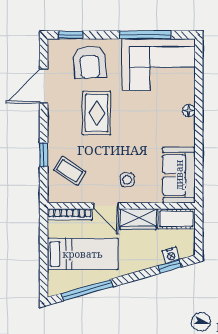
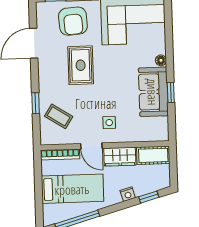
window: (199, 148) -> (171, 92), added
sofa: (179, 175) -> (153, 92), moved
nightstand: (171, 255) -> (128, 194), moved

